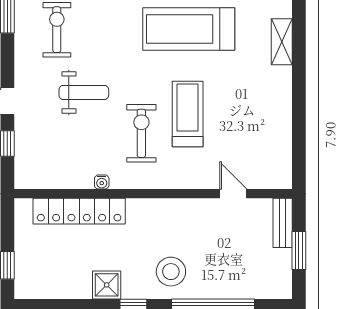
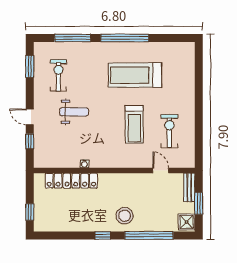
shelving: (282, 42) -> (189, 83), removed
treadmill: (188, 114) -> (134, 124), turned 180
exercise bike: (141, 133) -> (169, 131), moved
shower: (107, 285) -> (187, 222), moved

